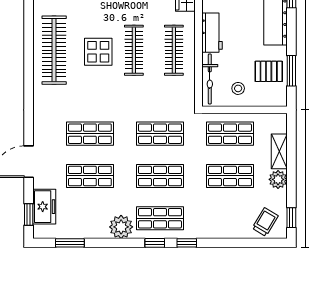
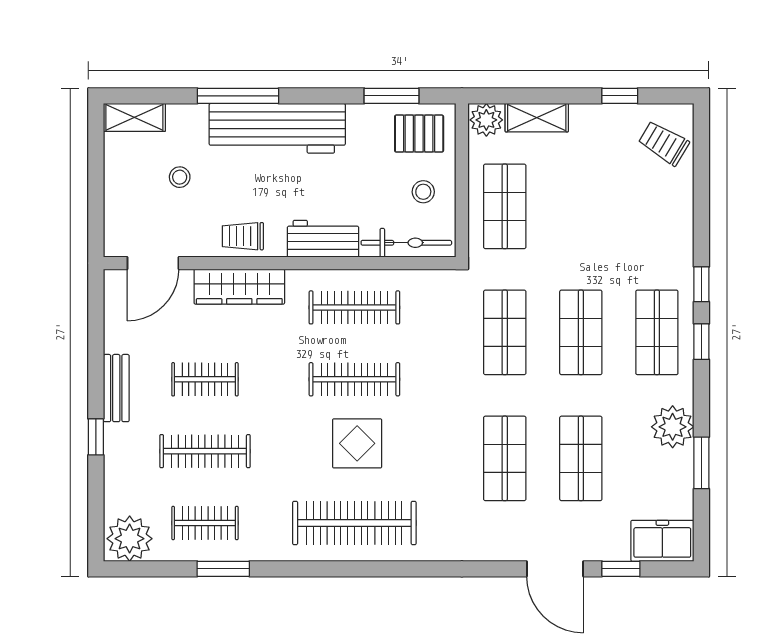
pallet: (269, 71) -> (419, 134), moved, turned 90
shop shelf: (230, 176) -> (581, 206), removed
plant: (278, 179) -> (486, 120), moved
freezer: (44, 207) -> (662, 541), moved
window: (29, 215) -> (621, 569), moved
window: (291, 218) -> (620, 96), moved
plant: (121, 227) -> (673, 427), moved
window: (70, 243) -> (701, 463), moved

